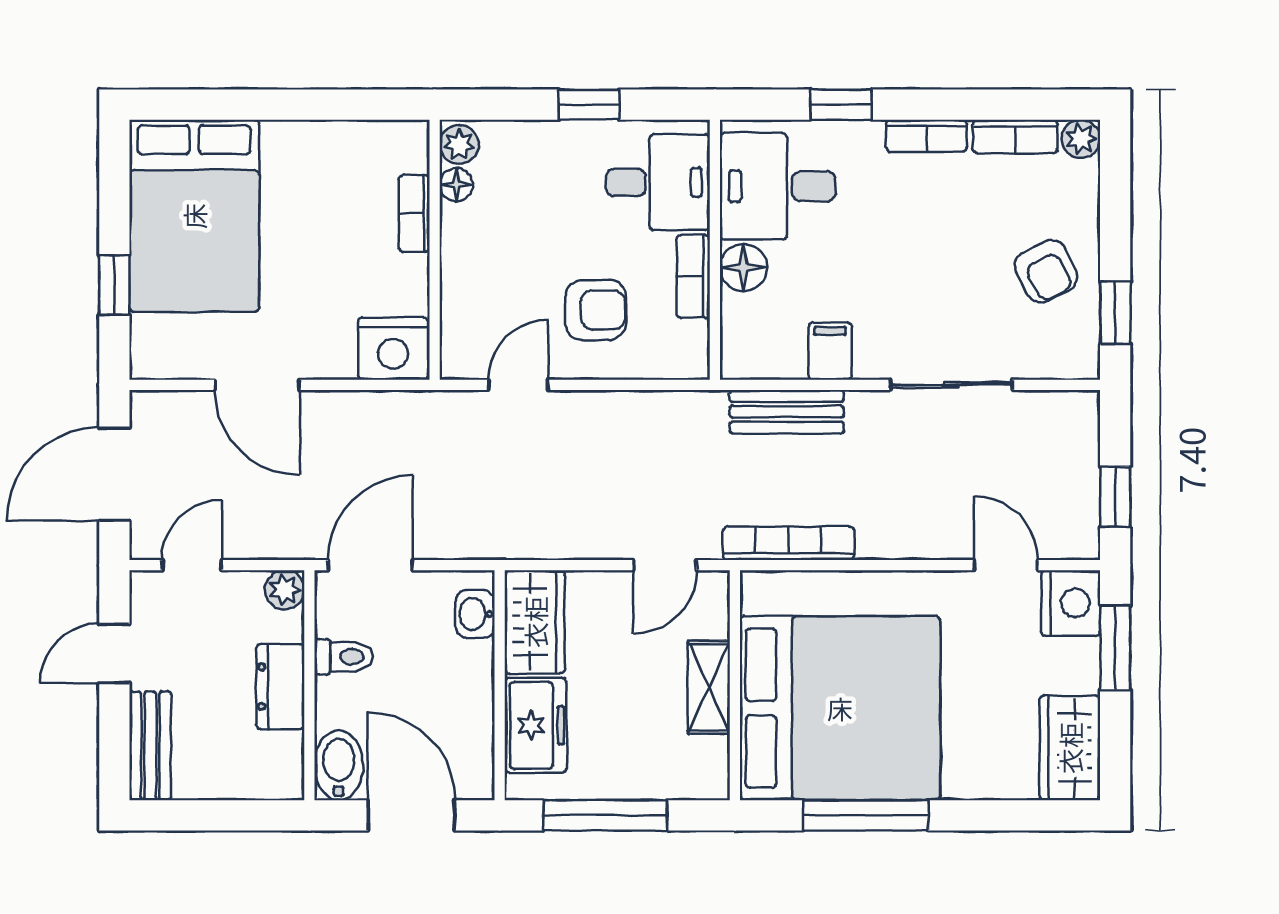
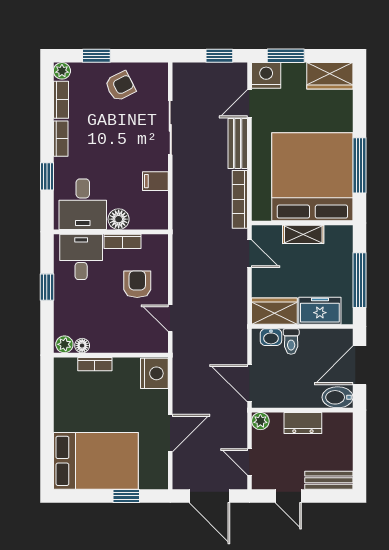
window: (1115, 313) -> (96, 56), moved
bench: (787, 412) -> (238, 144), moved
toilet: (344, 657) -> (291, 341), moved, turned 180

